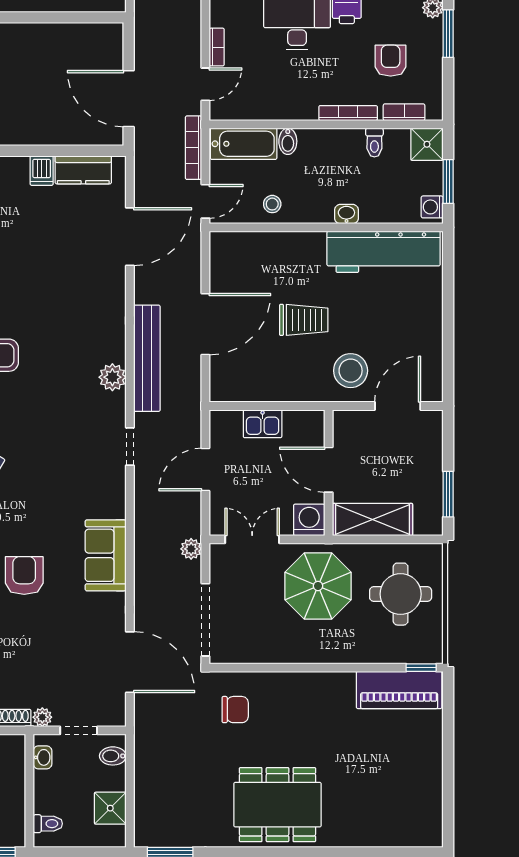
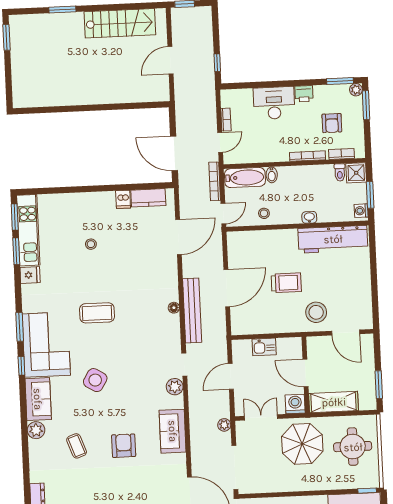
armchair: (391, 61) -> (332, 123), turned 180
toilet: (374, 143) -> (340, 172), moved
floor lamp: (117, 352) -> (174, 308), added
plant: (112, 377) -> (175, 387), moved
door: (398, 406) -> (346, 332), swing flipped

